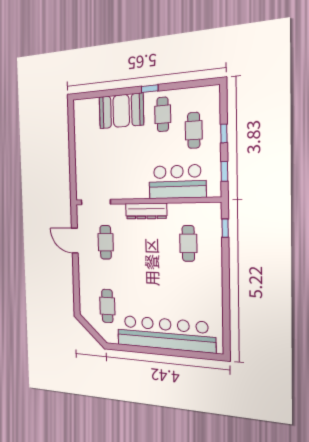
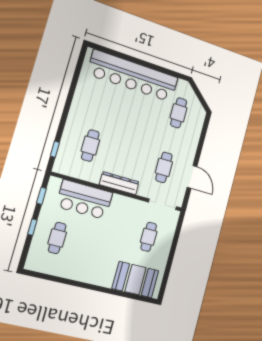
window: (150, 89) -> (85, 286), removed
booth: (121, 111) -> (135, 280), moved
cafe table: (163, 114) -> (149, 237), moved

